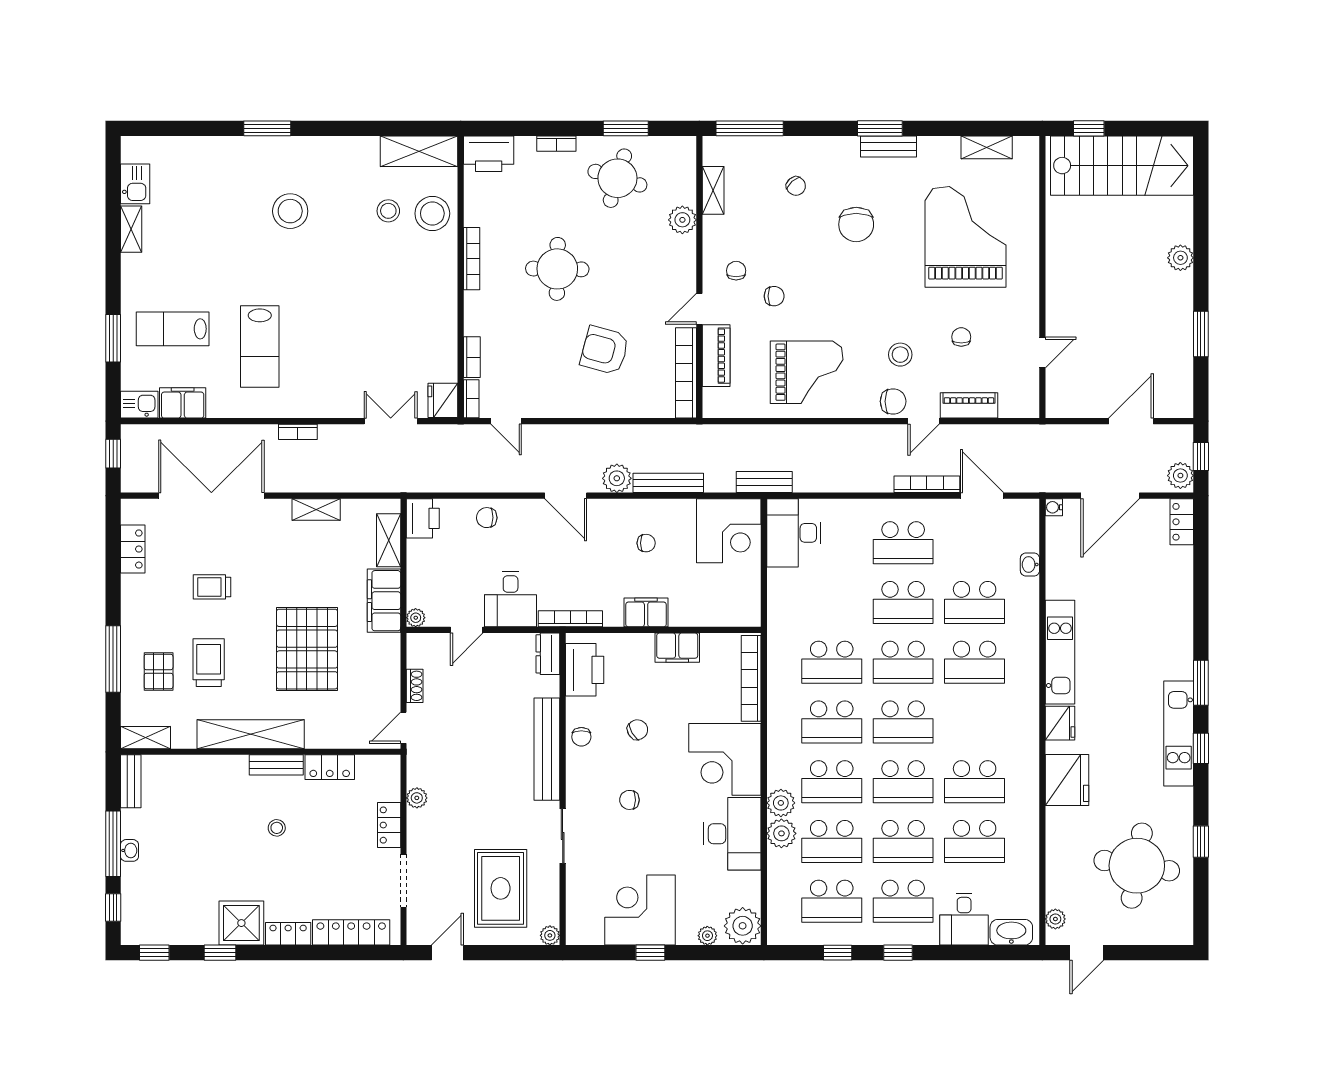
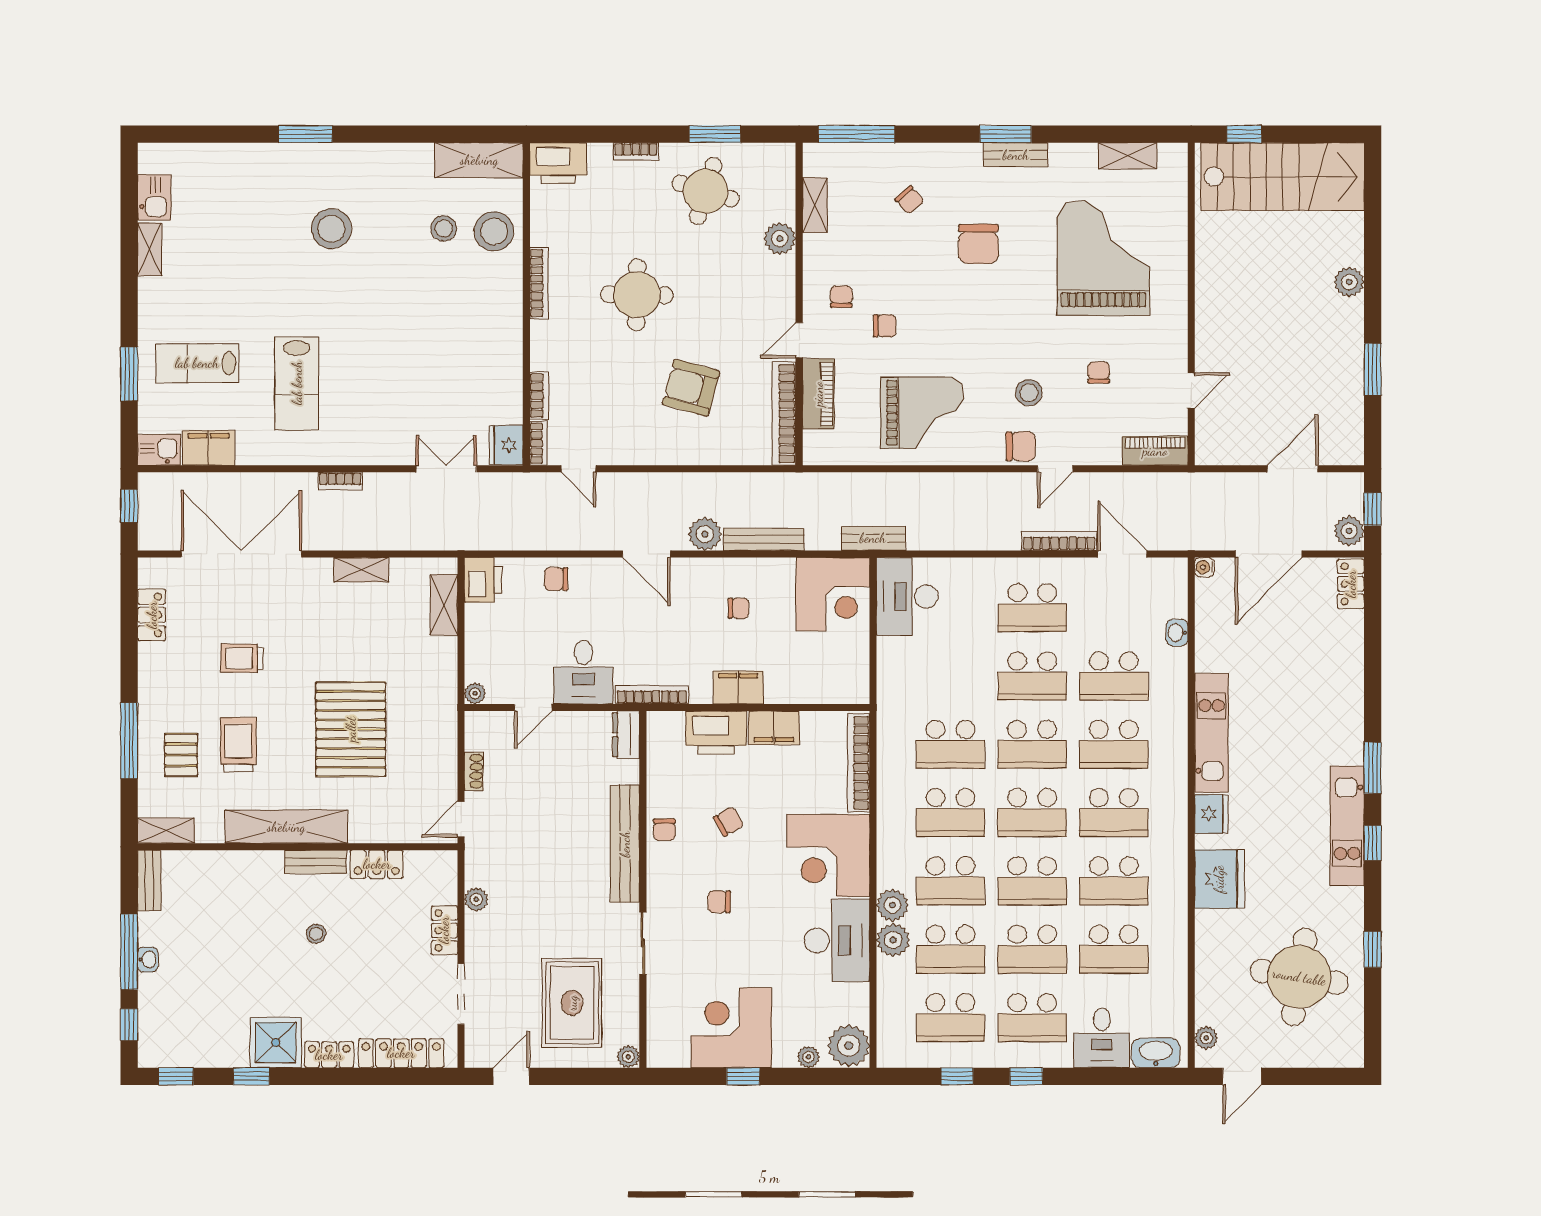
piano: (969, 405) -> (1155, 451), moved
filing cabinet: (384, 601) -> (439, 674), removed
printer: (585, 670) -> (716, 733), moved, turned 90
school desk: (975, 722) -> (1114, 813), added

